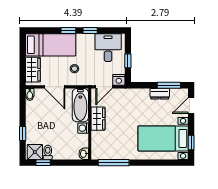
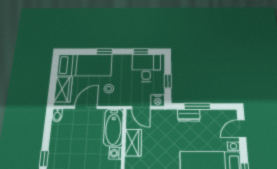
window: (90, 31) -> (141, 52), moved
window: (169, 85) -> (197, 106), moved
door: (55, 87) -> (86, 107), swing flipped
door: (104, 87) -> (141, 108), hinge flipped
dresser: (160, 94) -> (189, 115), moved

